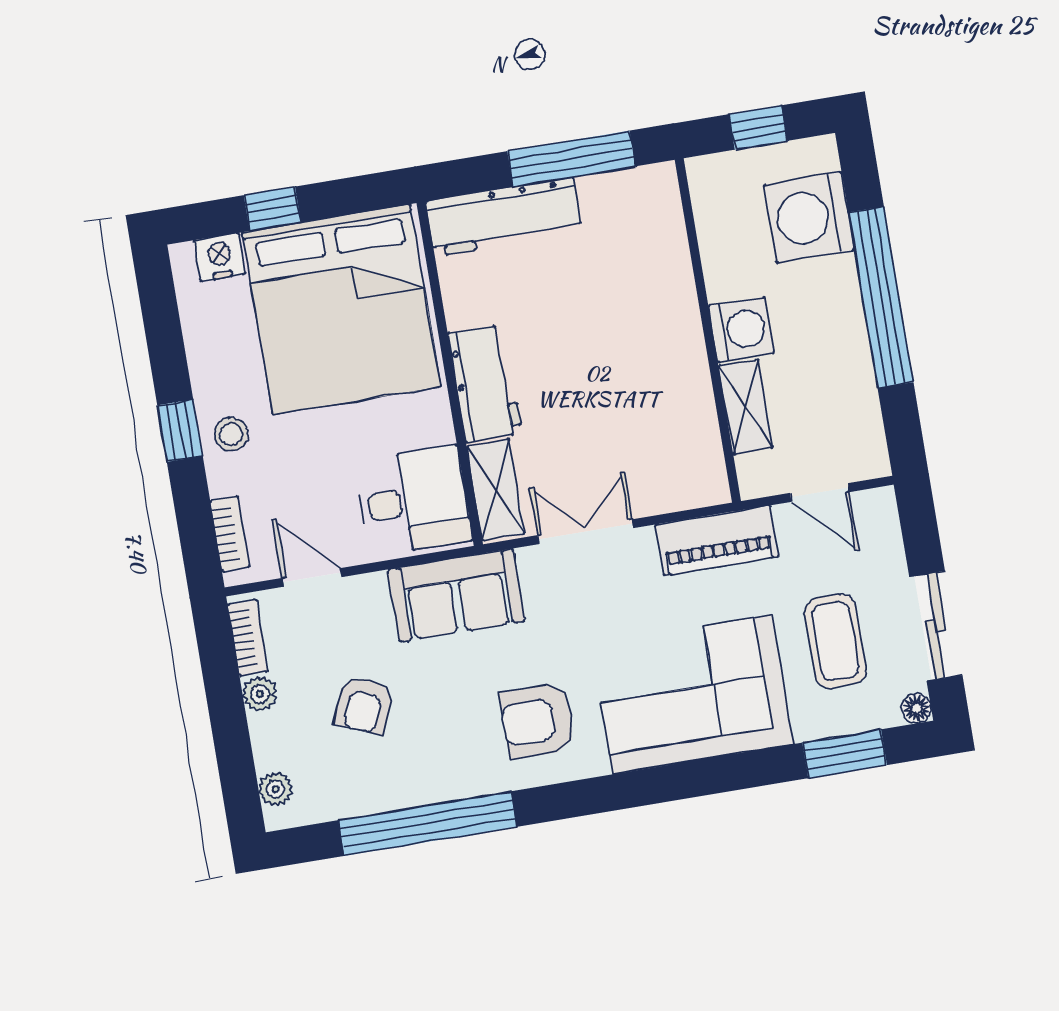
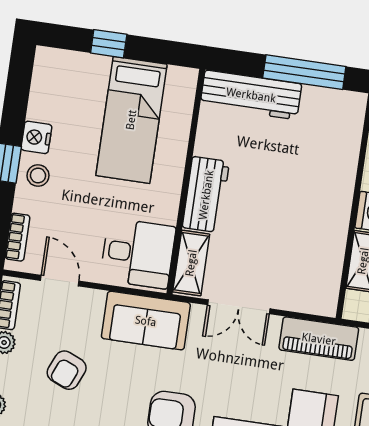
nightstand: (220, 257) -> (36, 137), moved, turned -90
bed: (341, 309) -> (131, 120), width x0.49
double door: (585, 532) -> (239, 307), swing flipped

